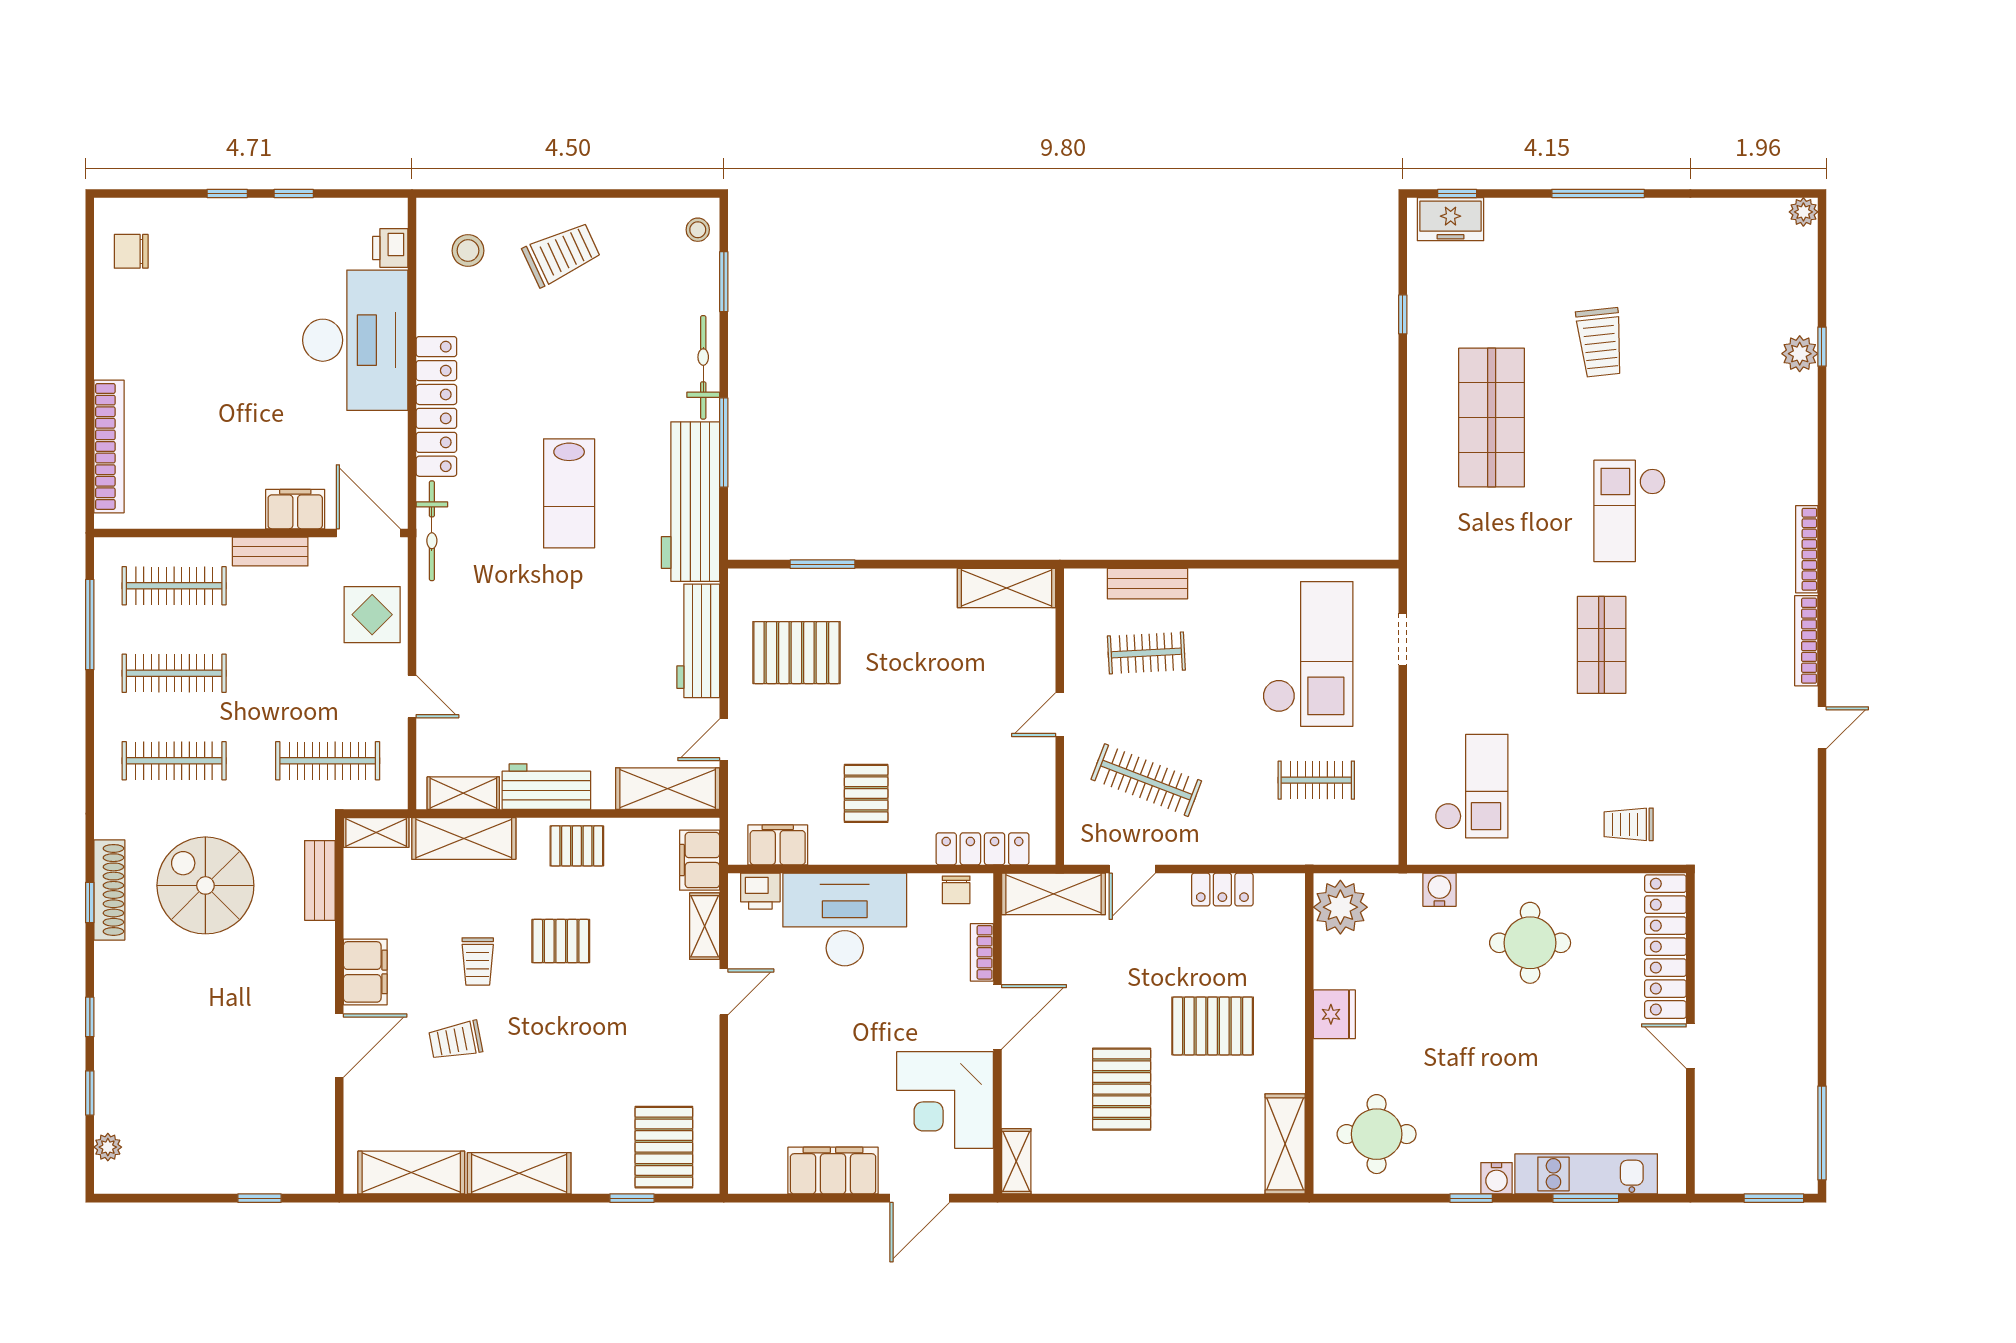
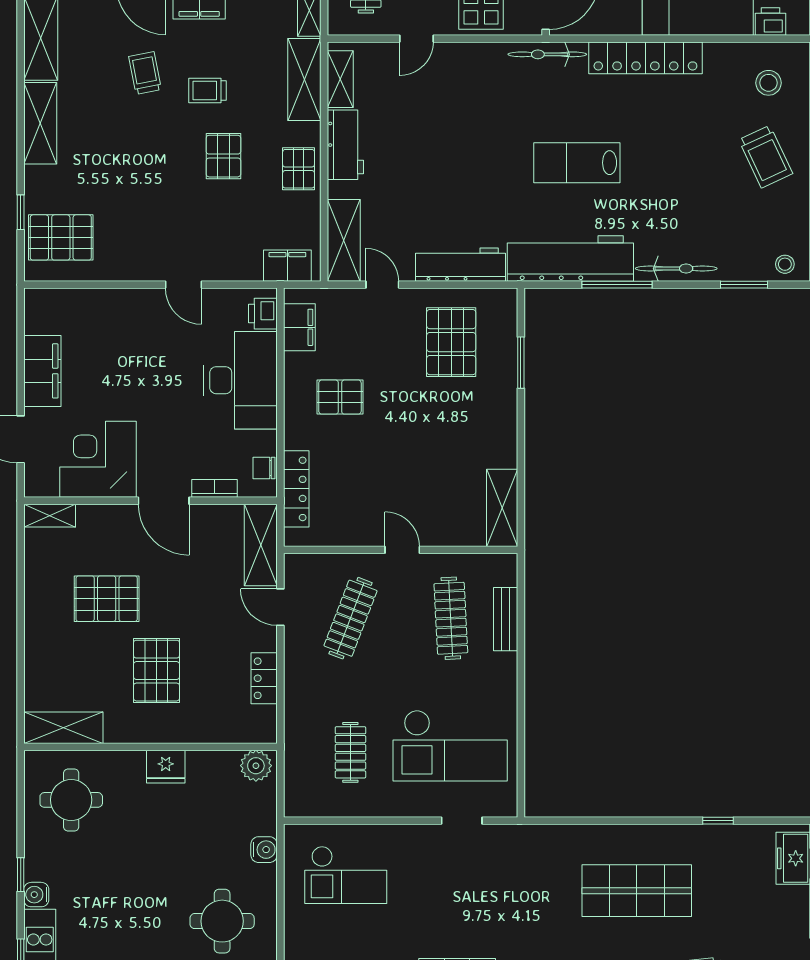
clothes rail: (1146, 653) -> (451, 618), width x1.36
plant: (1340, 907) -> (256, 766), width x0.73, depth x0.73
shelving: (705, 926) -> (235, 270), removed

